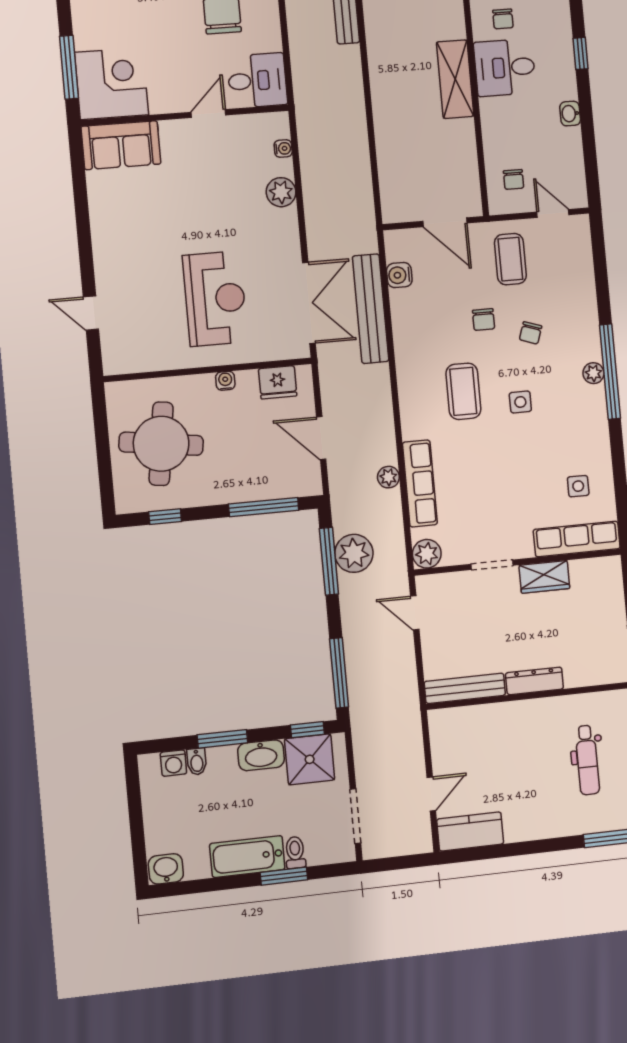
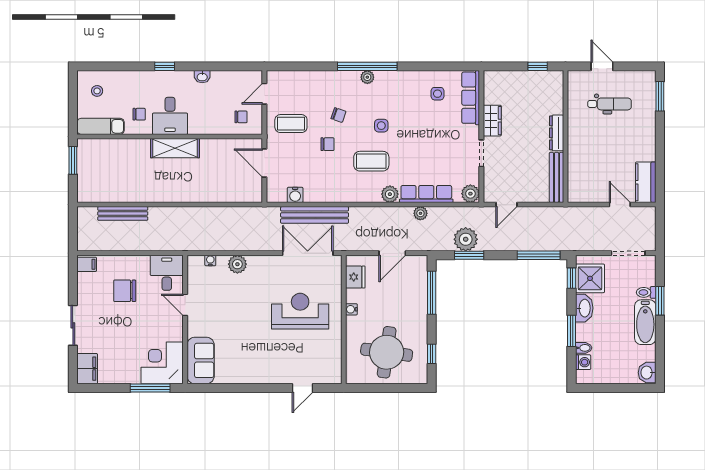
door: (445, 222) -> (264, 163), swing flipped
plant: (414, 426) -> (390, 194), added
window: (329, 561) -> (469, 255), width x0.69

